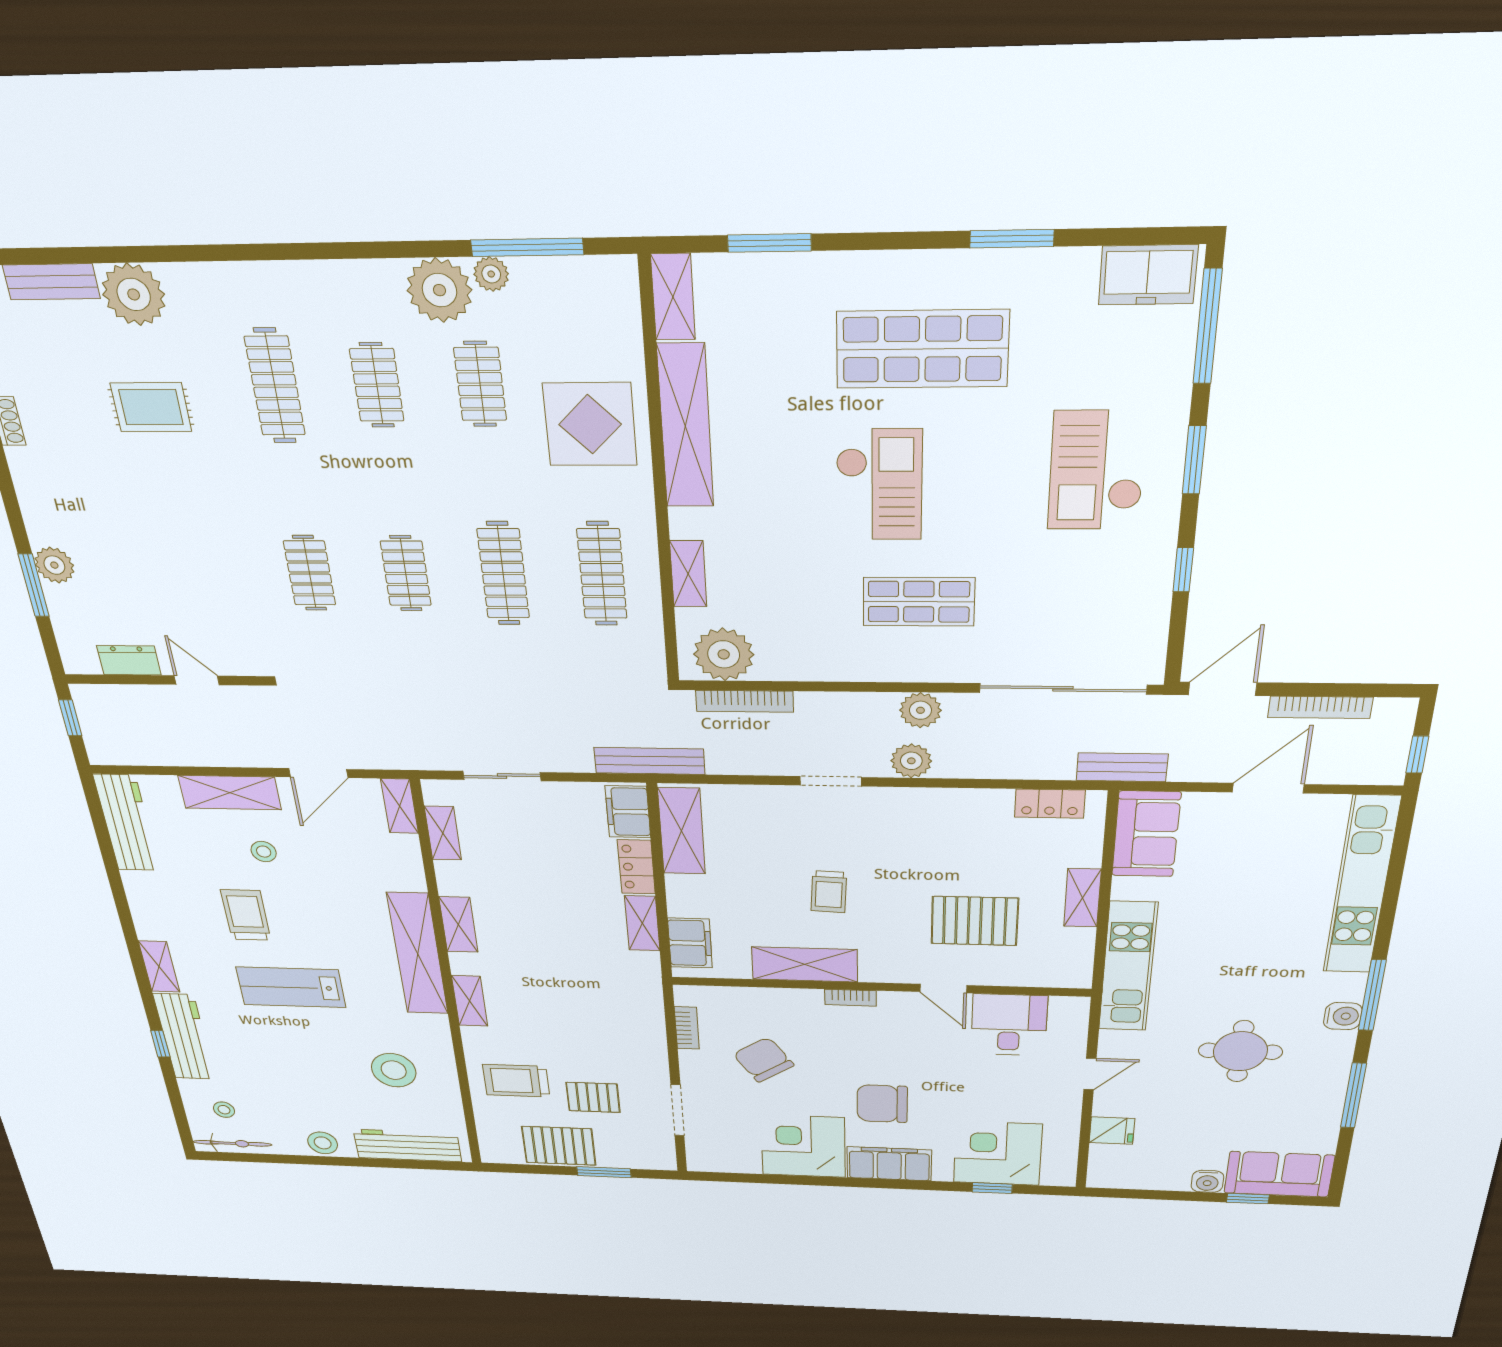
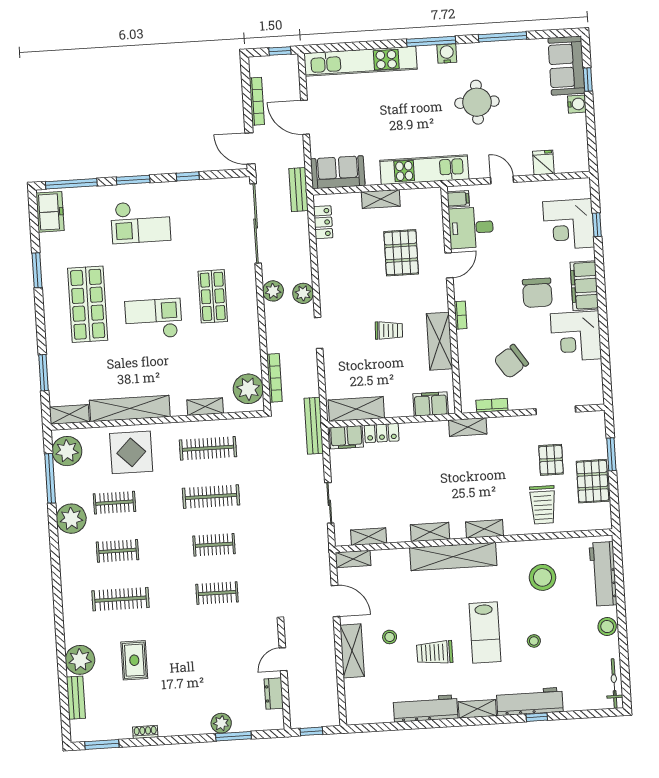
plant: (491, 274) -> (67, 451), moved, width x1.87, depth x1.87
workbench: (127, 823) -> (425, 708), moved
shelving: (642, 923) -> (468, 427), moved
filing cabinet: (1065, 1011) -> (458, 199), added
stool: (224, 1110) -> (534, 641), moved

